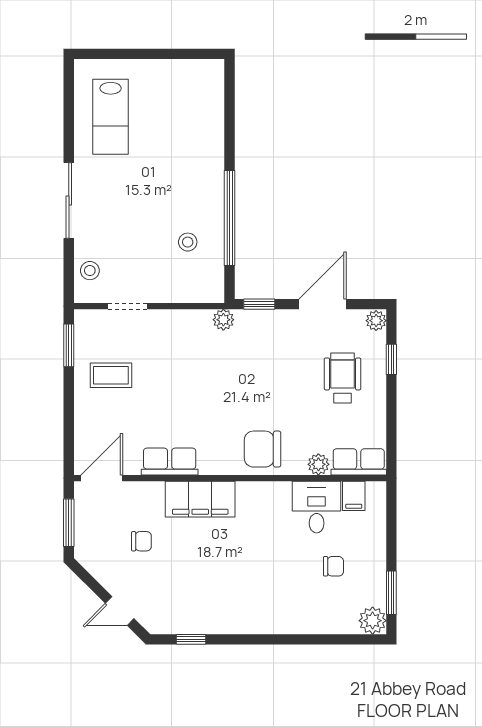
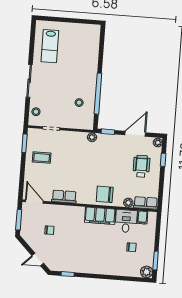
door: (102, 478) -> (34, 202), hinge flipped
filing cabinet: (200, 499) -> (100, 216), moved

